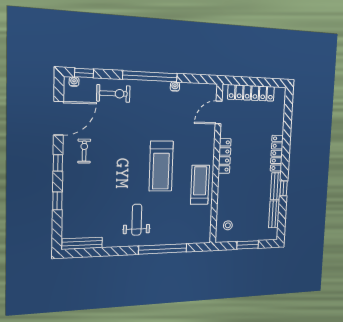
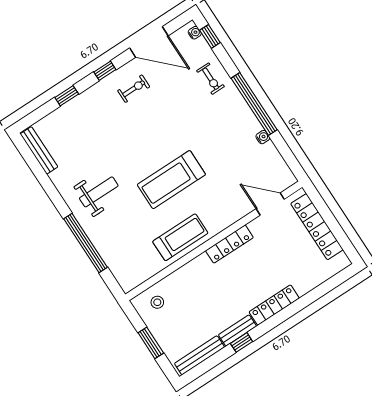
exercise bike: (113, 93) -> (211, 79), width x0.73, depth x0.72
bench: (274, 214) -> (199, 355), width x1.36

